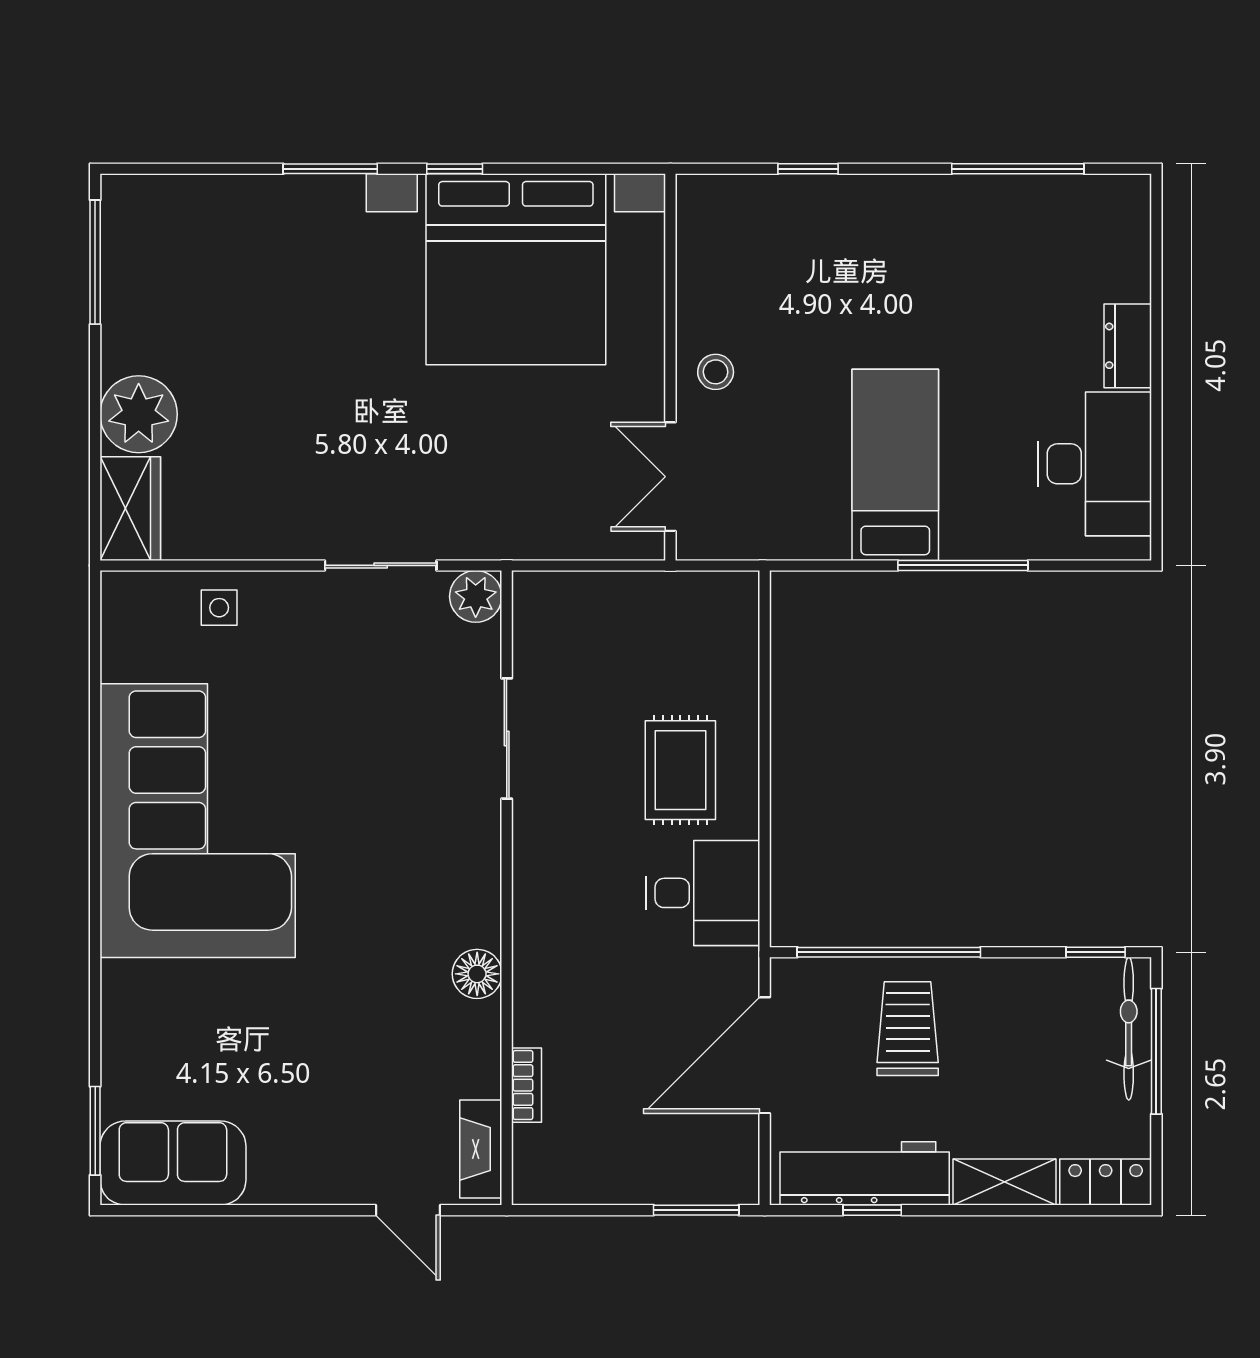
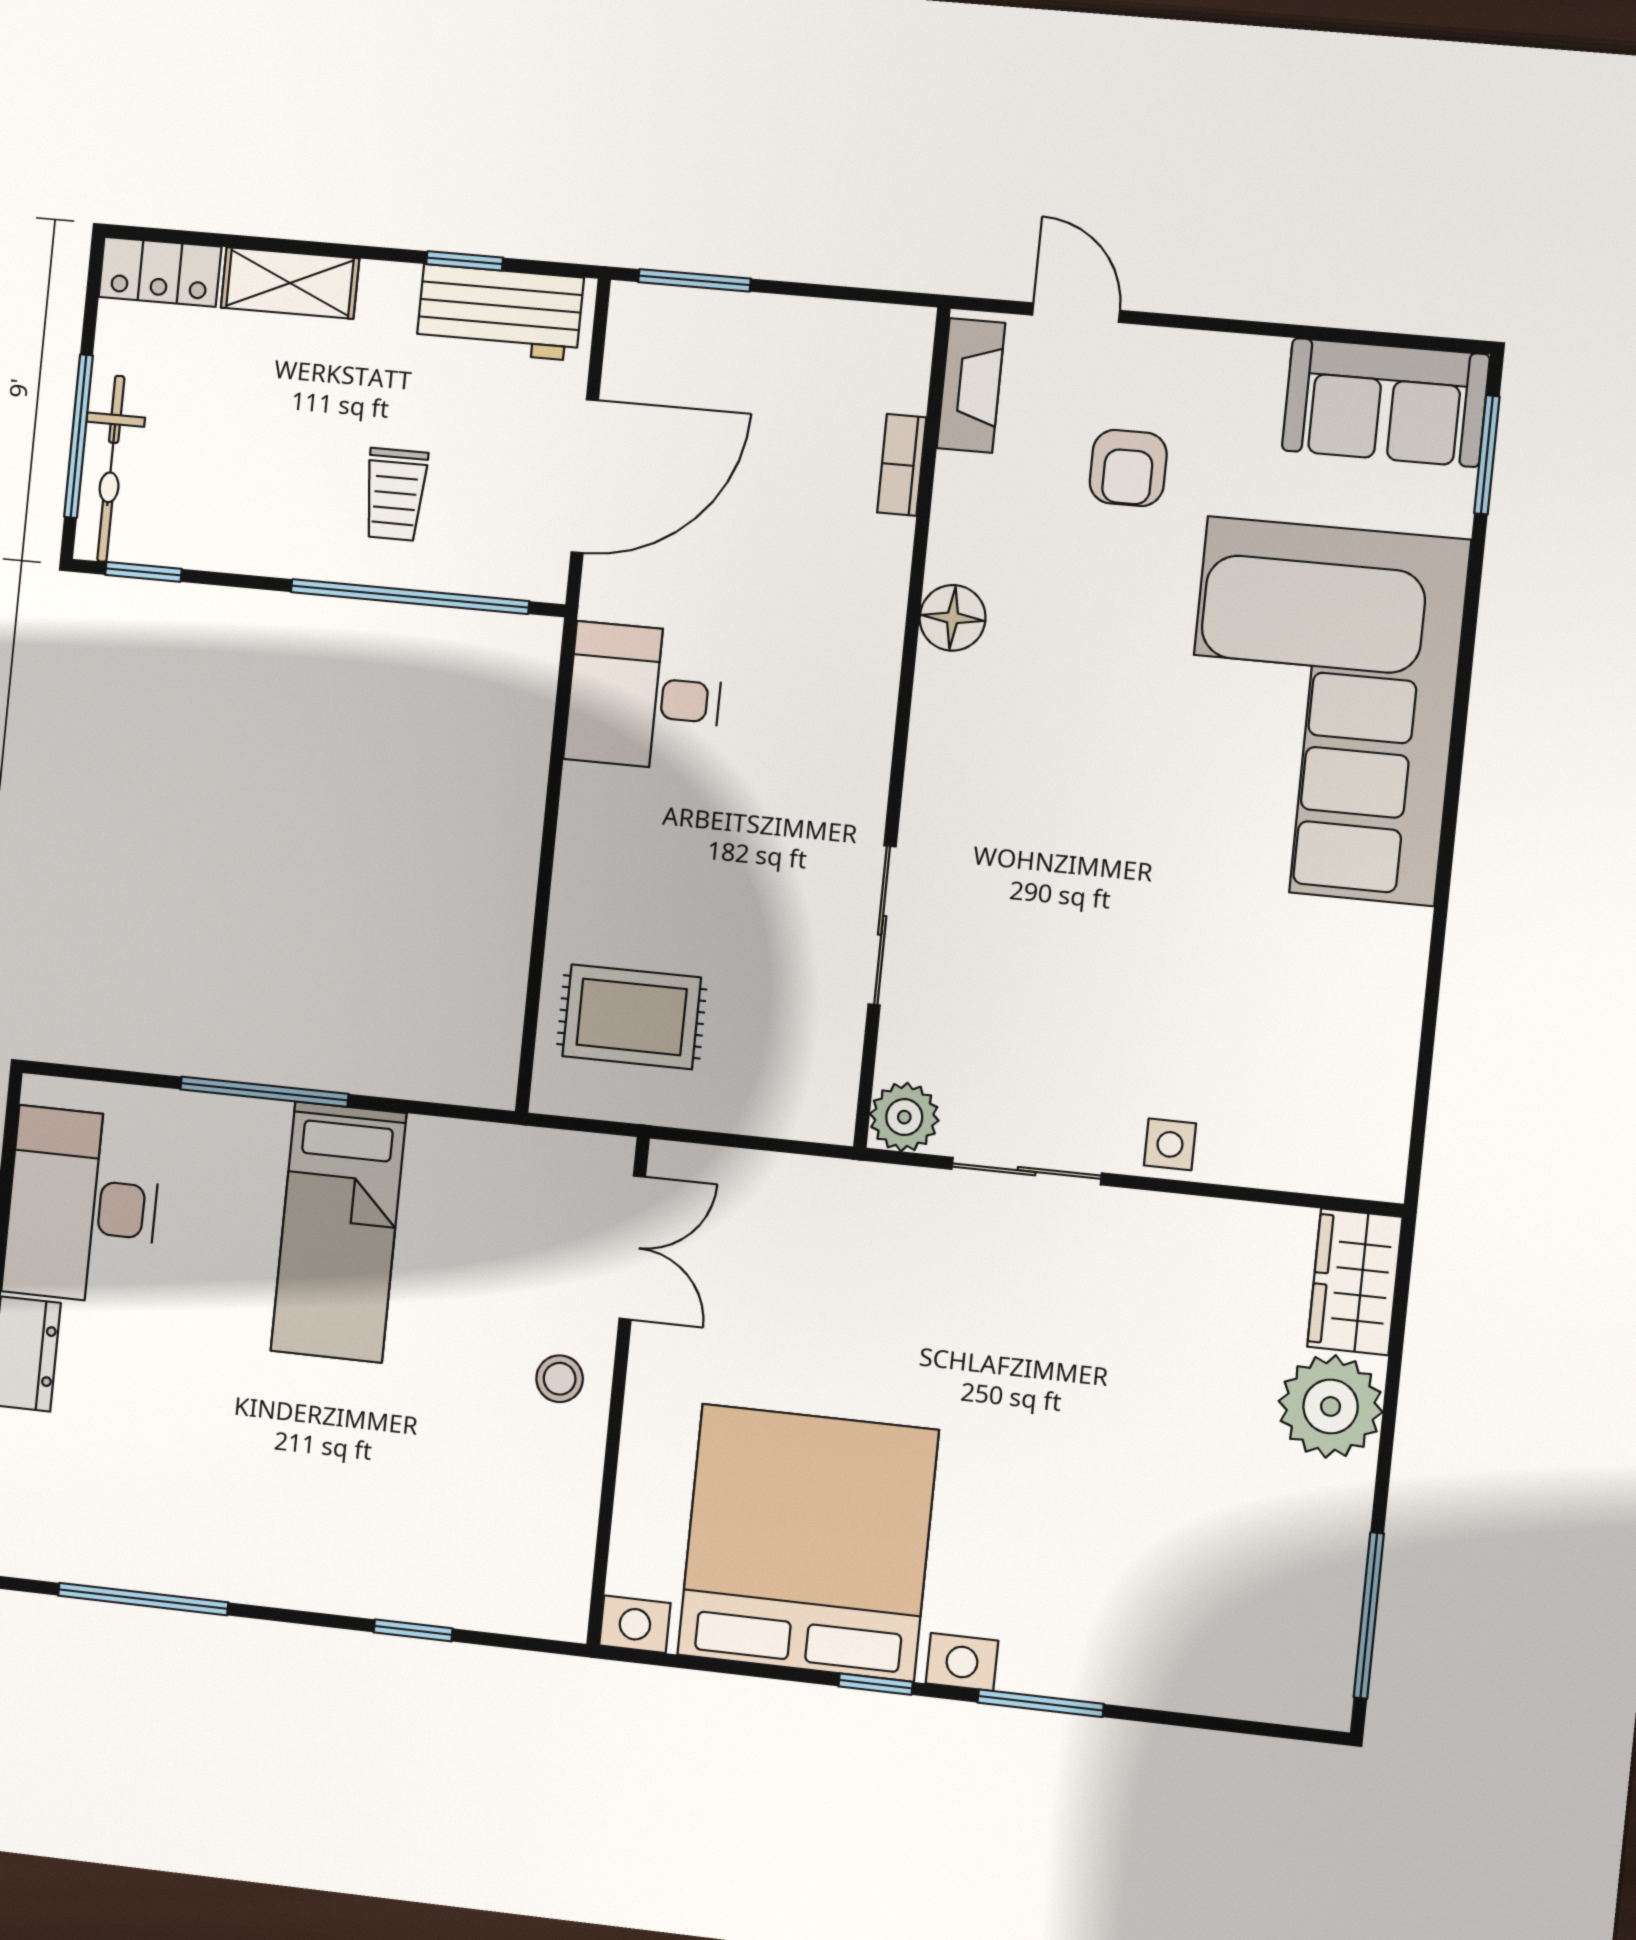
side table: (219, 608) -> (1170, 1144), moved
rug: (680, 770) -> (632, 1017), moved, turned 90
corner sofa: (198, 821) -> (1321, 711), moved
trolley: (908, 1029) -> (395, 494), width x0.73, depth x0.72
armchair: (358, 1098) -> (1128, 468), added
workbench: (865, 1173) -> (500, 312), width x0.73

